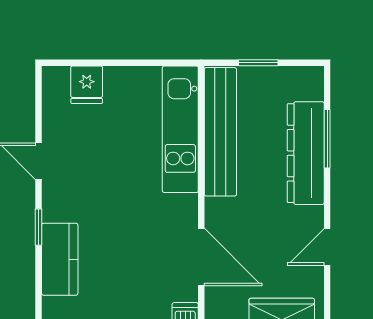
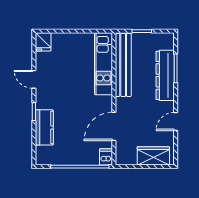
fridge: (87, 85) -> (43, 42), moved
door: (201, 257) -> (114, 126), swing flipped

